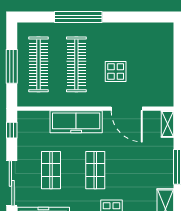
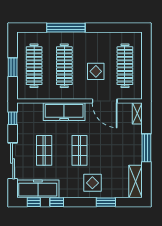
clothes rail: (152, 64) -> (125, 66), added
window: (12, 66) -> (13, 67), width x0.69

